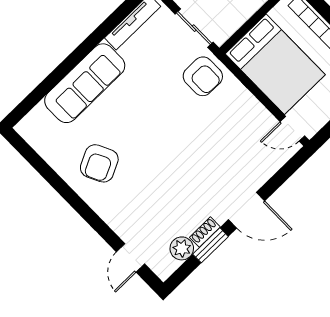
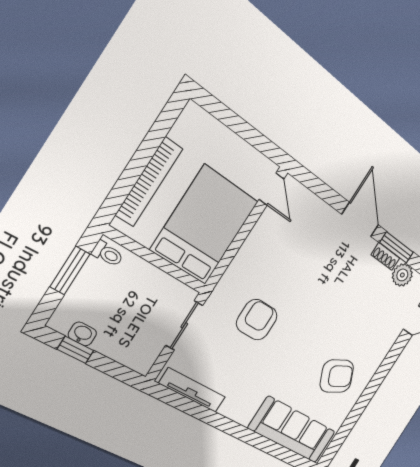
armchair: (203, 76) -> (257, 320), moved
sofa: (85, 83) -> (292, 430), moved

